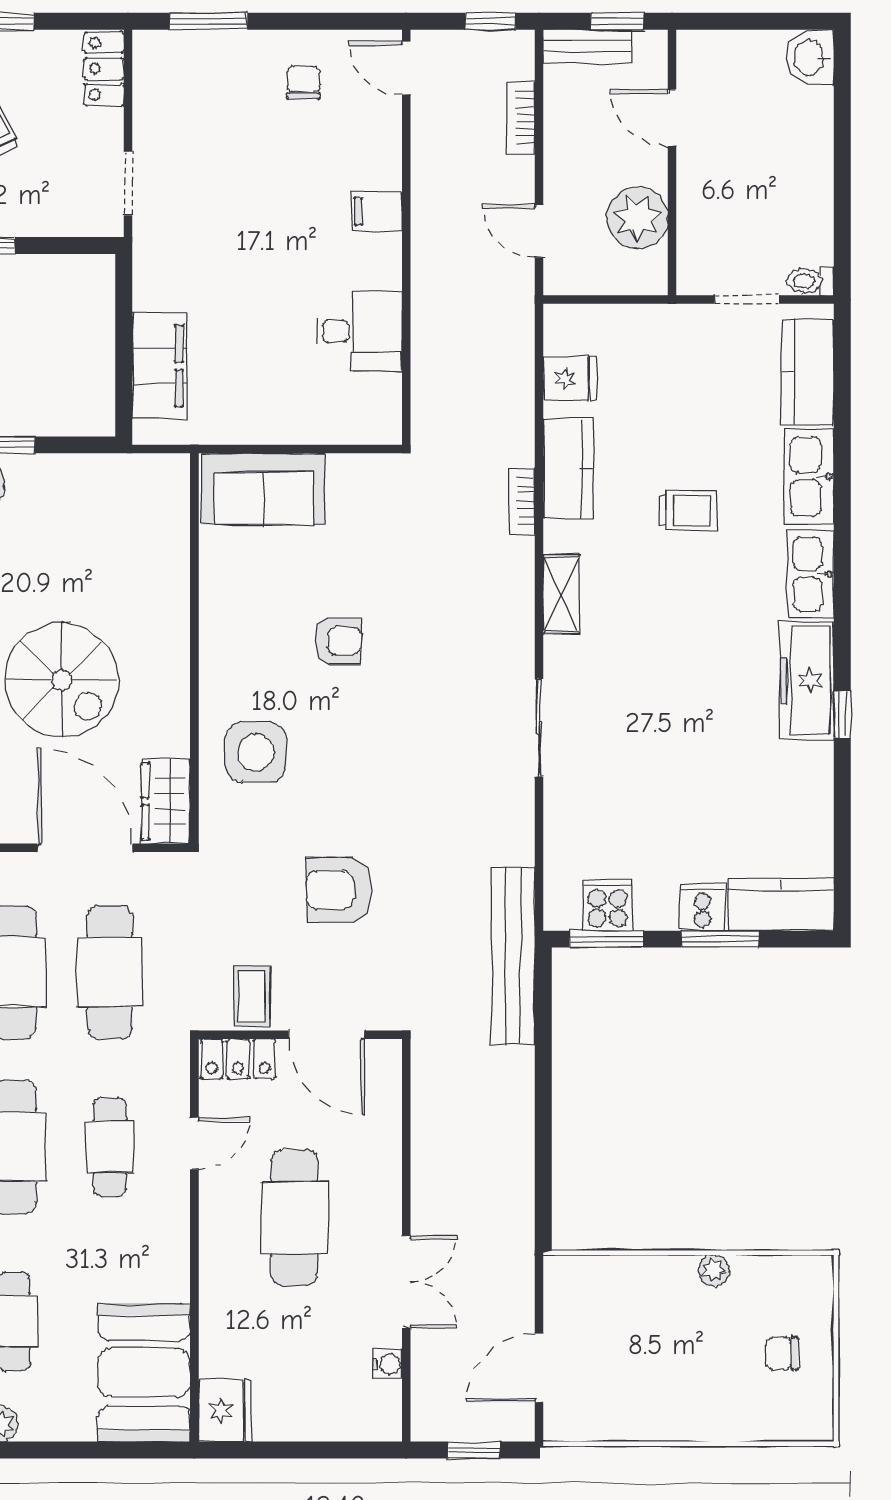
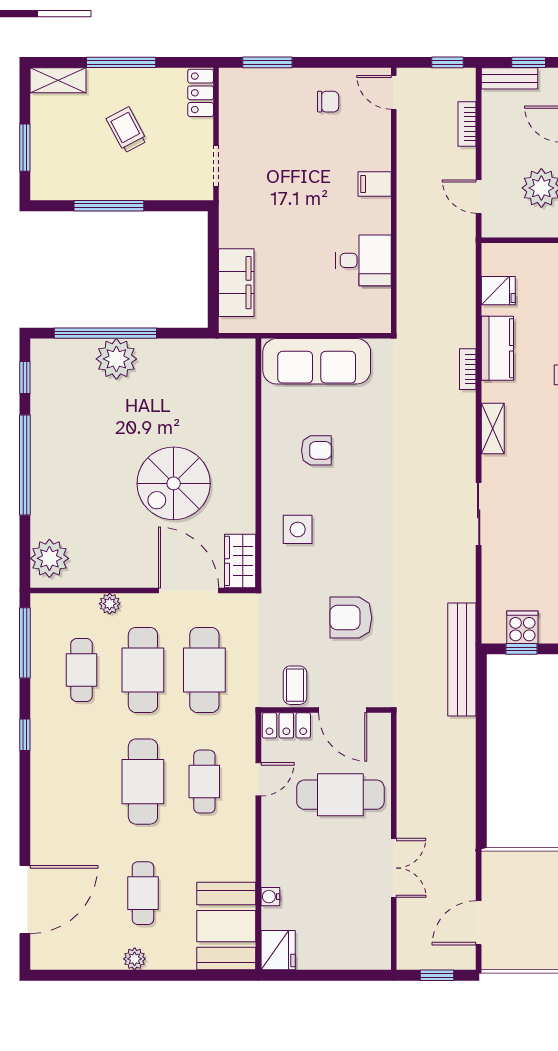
chair: (303, 82) -> (328, 102), turned 90
sofa: (263, 489) -> (317, 361), width x1.36
armchair: (338, 641) -> (316, 450), moved
spiral stairs: (62, 680) -> (174, 483), turned 90
side table: (256, 752) -> (298, 529), width x0.73, depth x0.73
window: (606, 939) -> (521, 649), width x0.67
cafe table: (294, 1218) -> (340, 795), moved, turned 90
water cooler: (387, 1364) -> (270, 897), moved, turned 180

